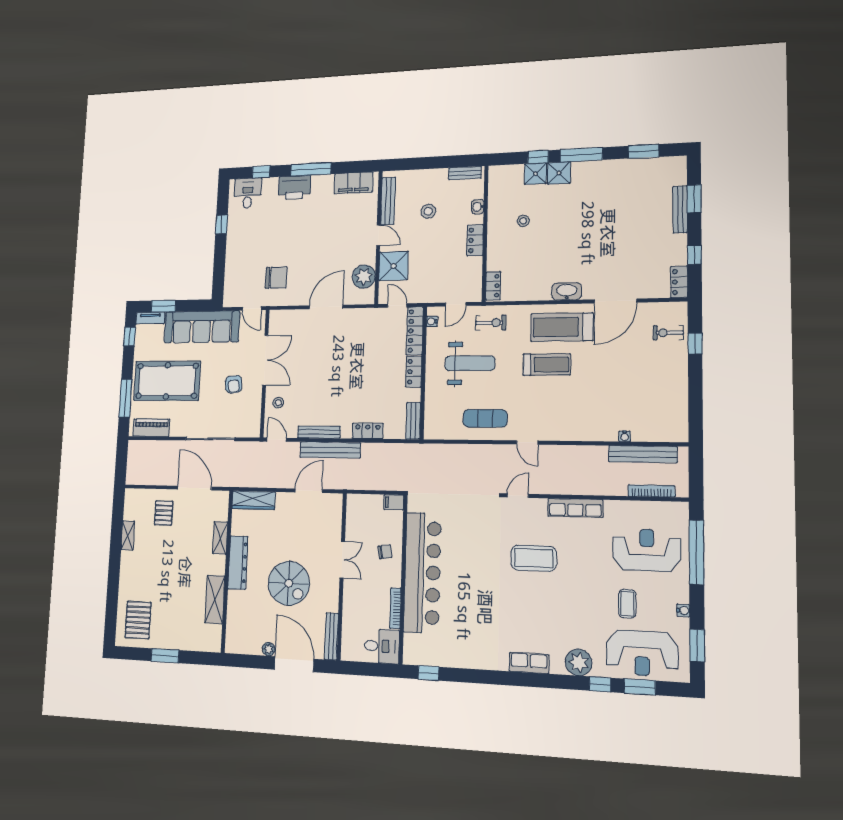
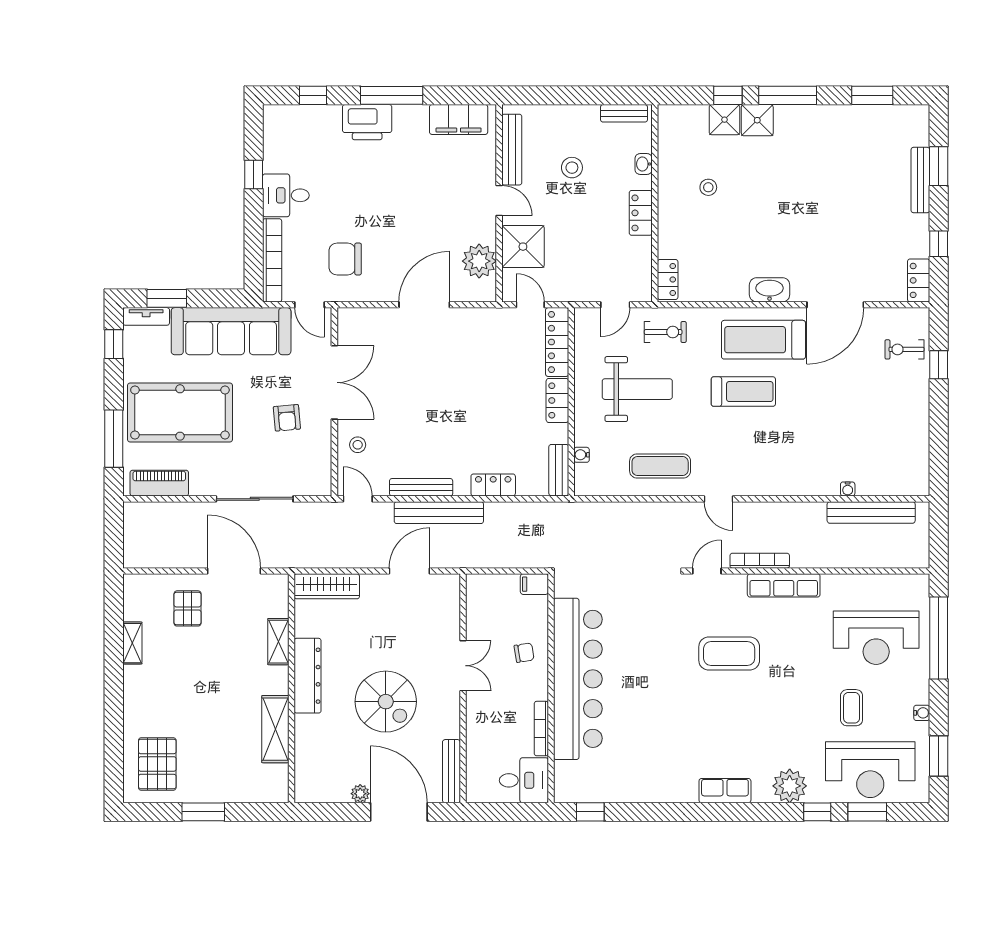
desk: (248, 193) -> (286, 195), moved, turned -90
chair: (276, 278) -> (345, 259), turned 180
bookcase: (230, 280) -> (272, 260), added
water cooler: (432, 321) -> (582, 455), moved
bookcase: (651, 491) -> (760, 561), moved
reception desk: (647, 550) -> (876, 638), turned 180

